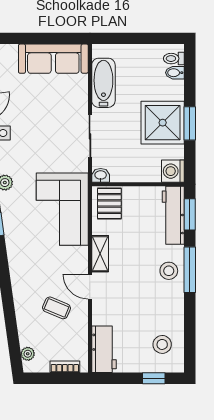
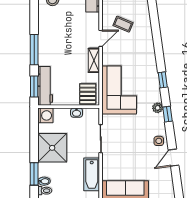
window: (190, 123) -> (34, 174), moved
washbasin: (101, 175) -> (77, 113), moved
stool: (169, 271) -> (48, 49), removed
door: (90, 287) -> (101, 38), hinge flipped

